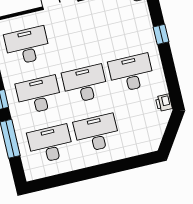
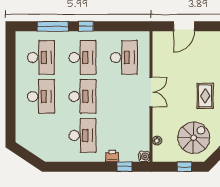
window: (161, 34) -> (124, 167), moved
printer: (164, 103) -> (112, 156), moved

